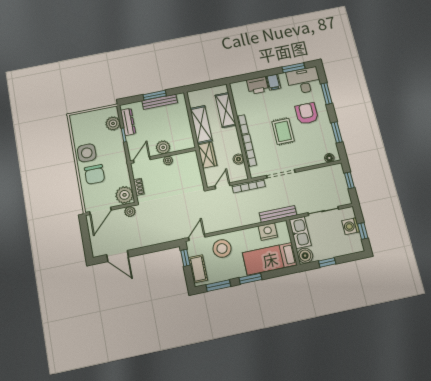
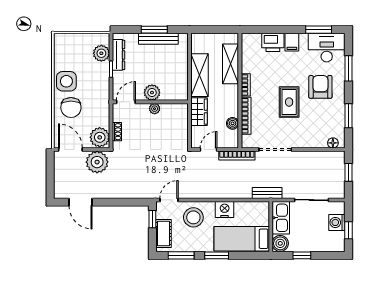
door: (100, 211) -> (70, 150), swing flipped
plant: (130, 212) -> (97, 162), width x1.87, depth x1.87
bench: (278, 214) -> (267, 193), width x0.73
nightstand: (268, 232) -> (225, 210), moved

